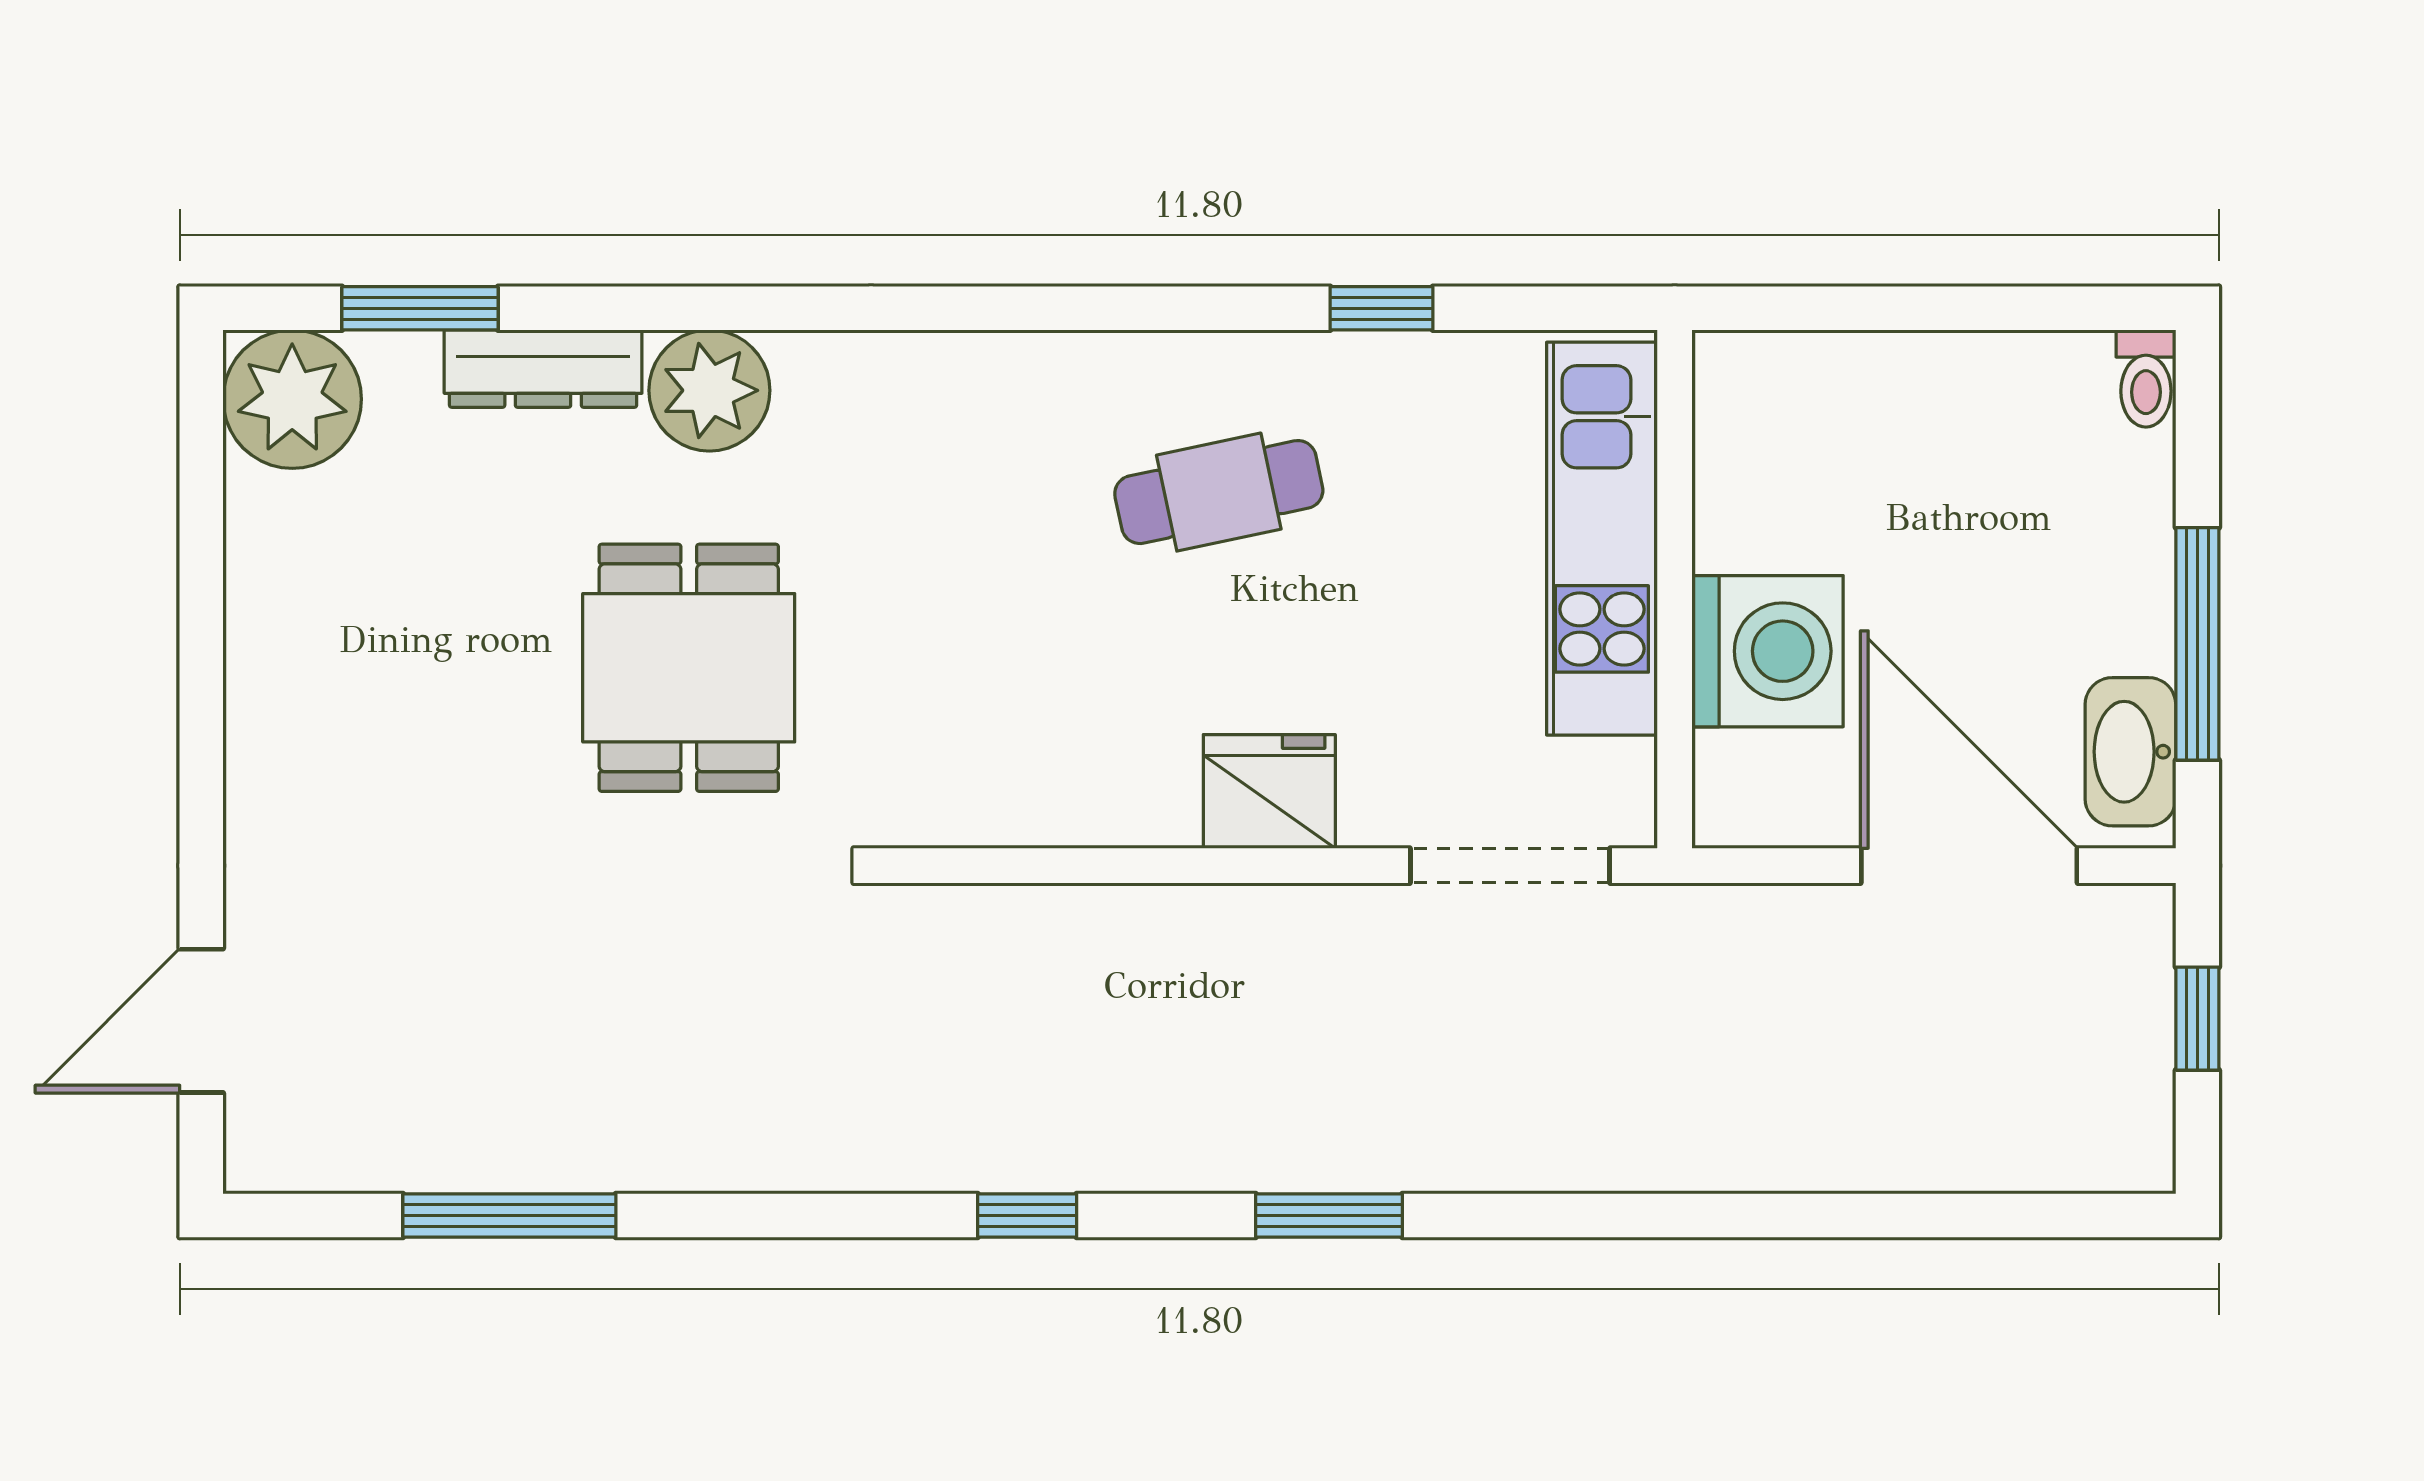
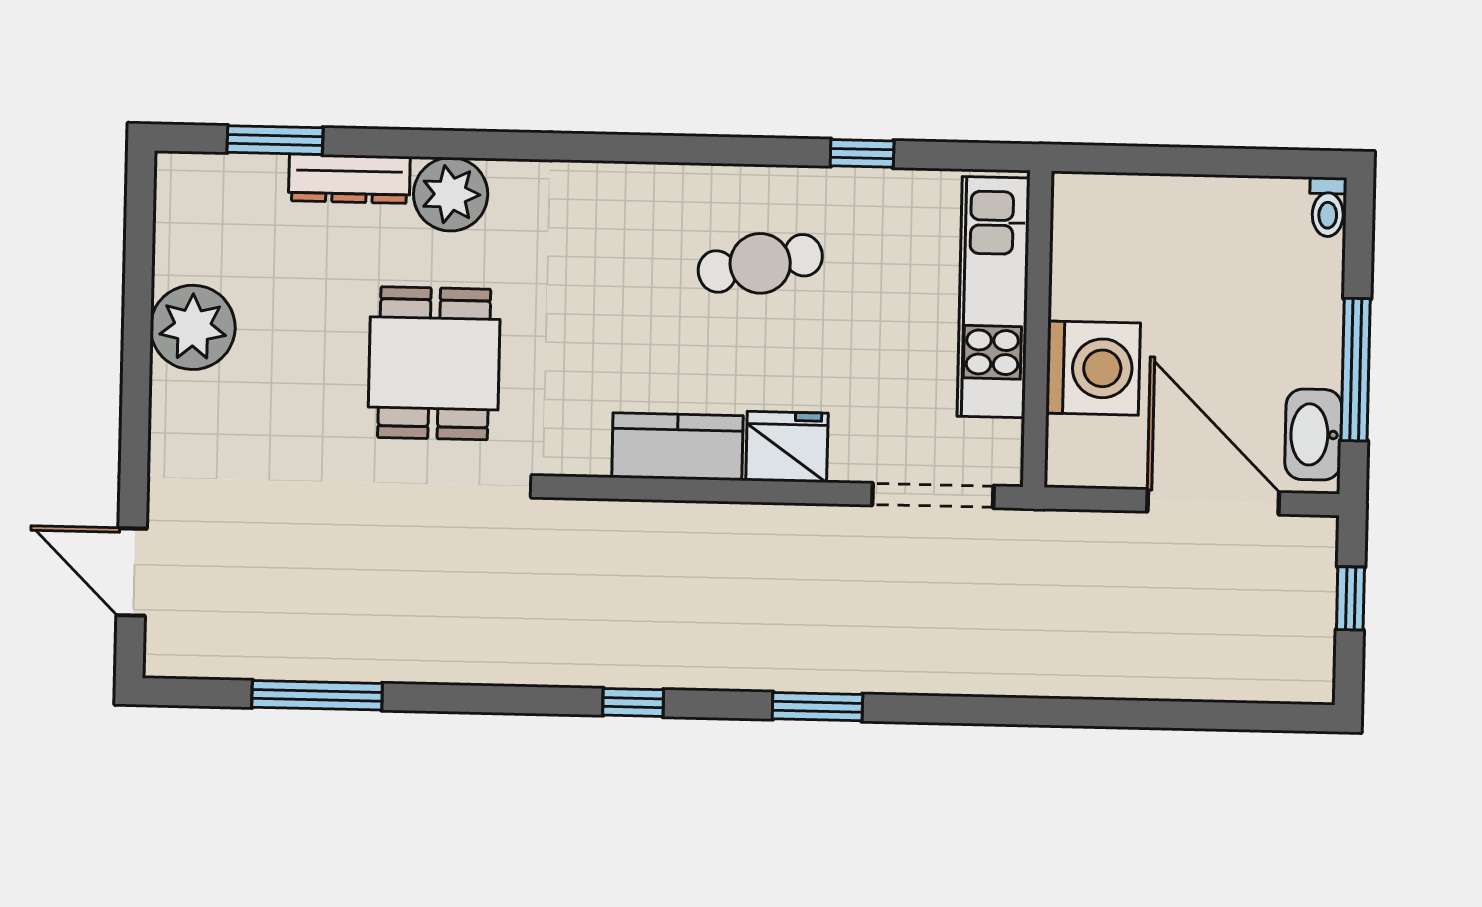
plant: (292, 399) -> (193, 327), moved
kitchen counter: (1090, 795) -> (677, 447), added
door: (201, 1021) -> (132, 572), hinge flipped

